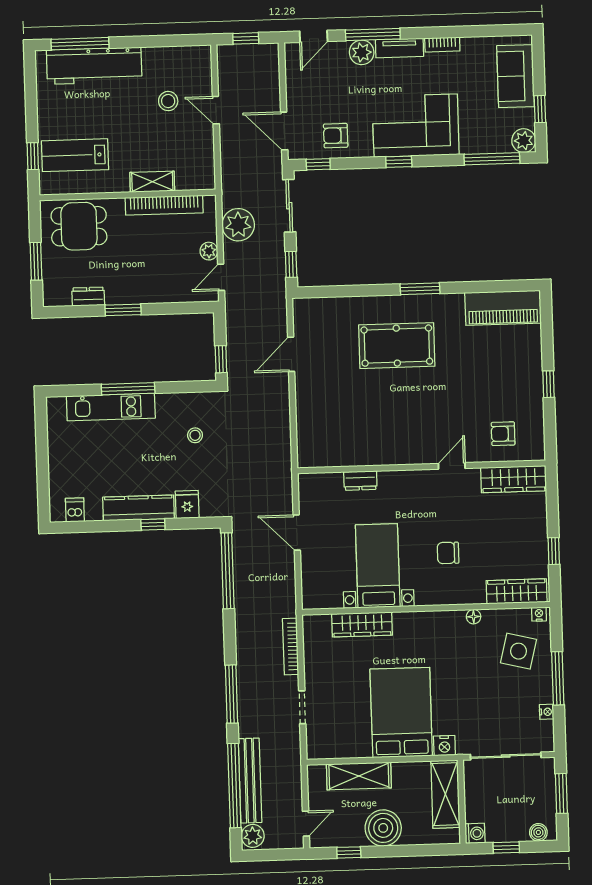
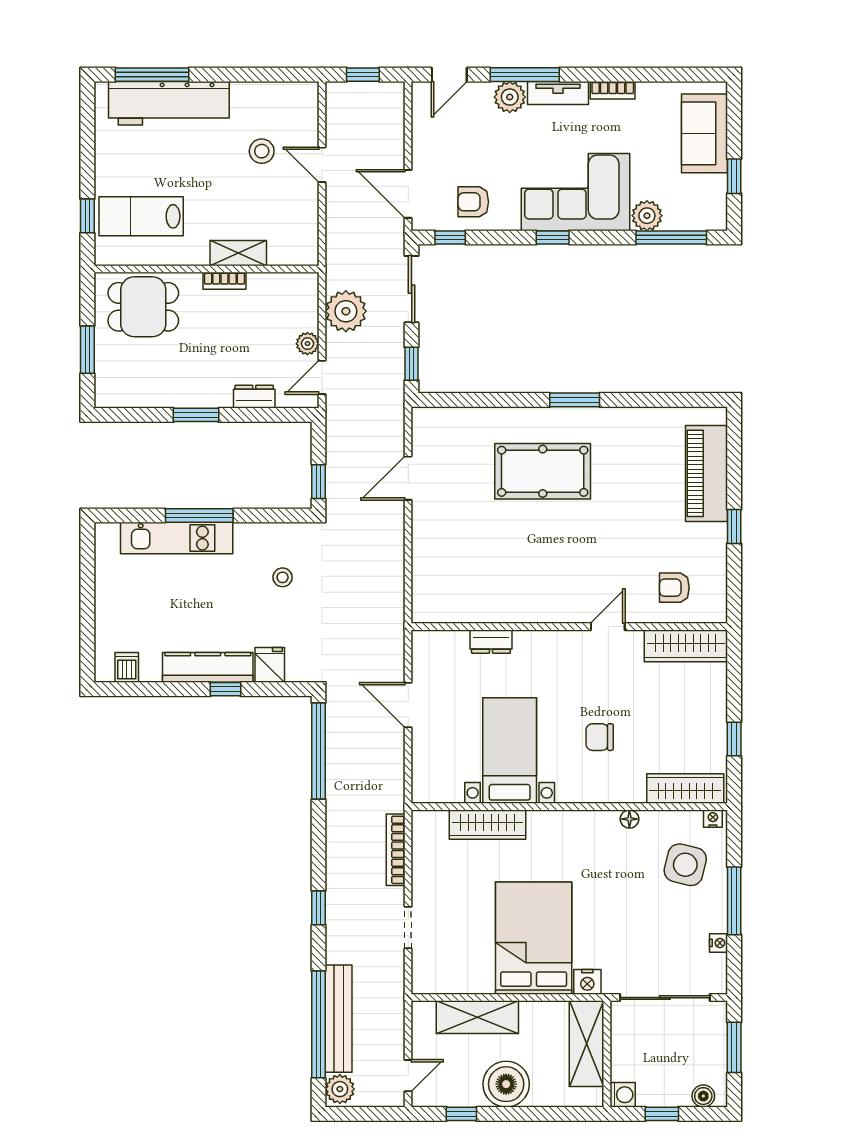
plant: (524, 141) -> (647, 216), moved
bookcase: (164, 205) -> (224, 281), width x0.43, depth x0.76
dresser: (88, 297) -> (254, 397), moved
piano: (503, 308) -> (707, 473), moved, turned 90
window: (231, 694) -> (318, 908), width x0.46

